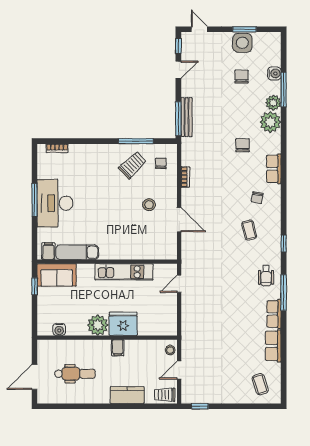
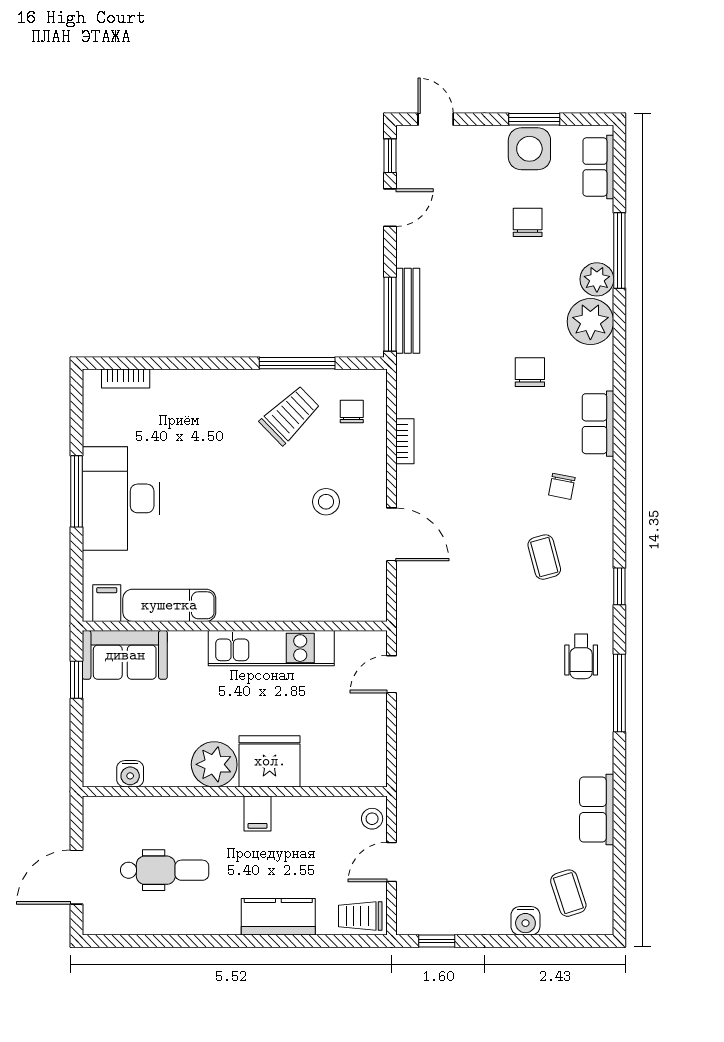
water cooler: (274, 73) -> (525, 921), moved, turned 90
row of seats: (274, 314) -> (598, 167), moved

